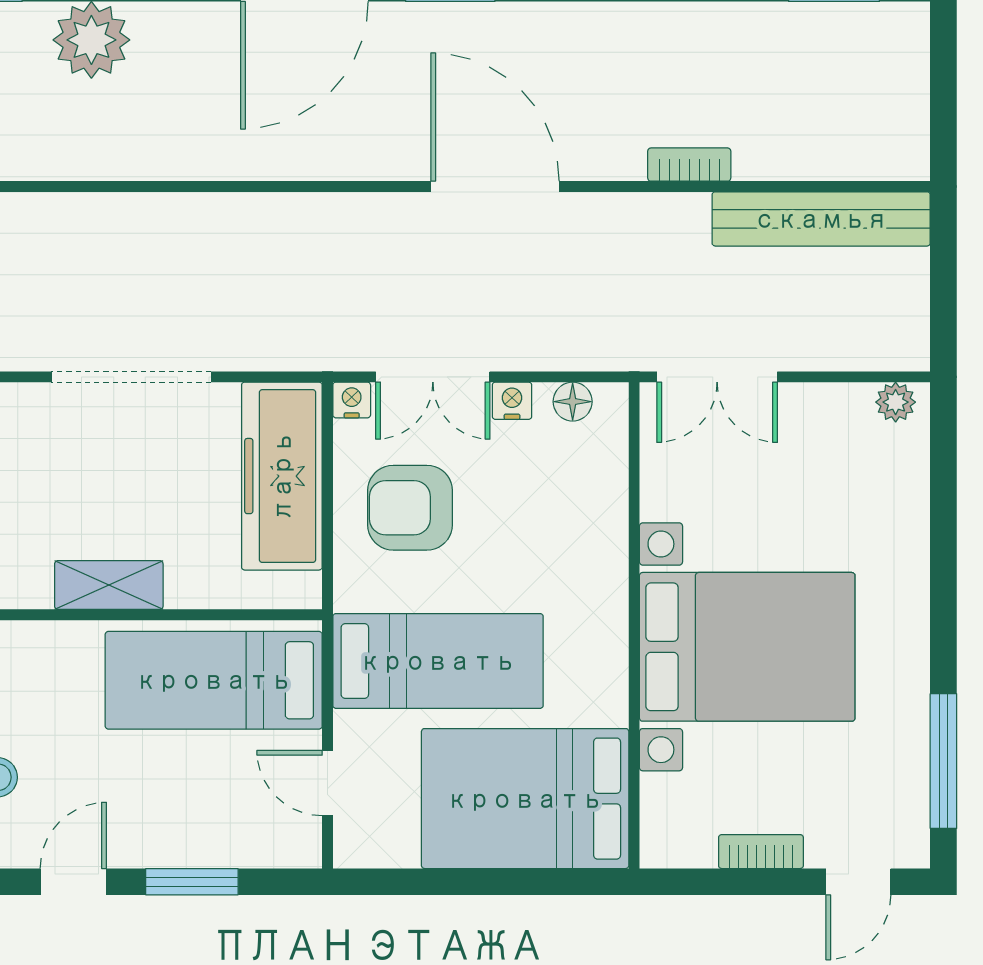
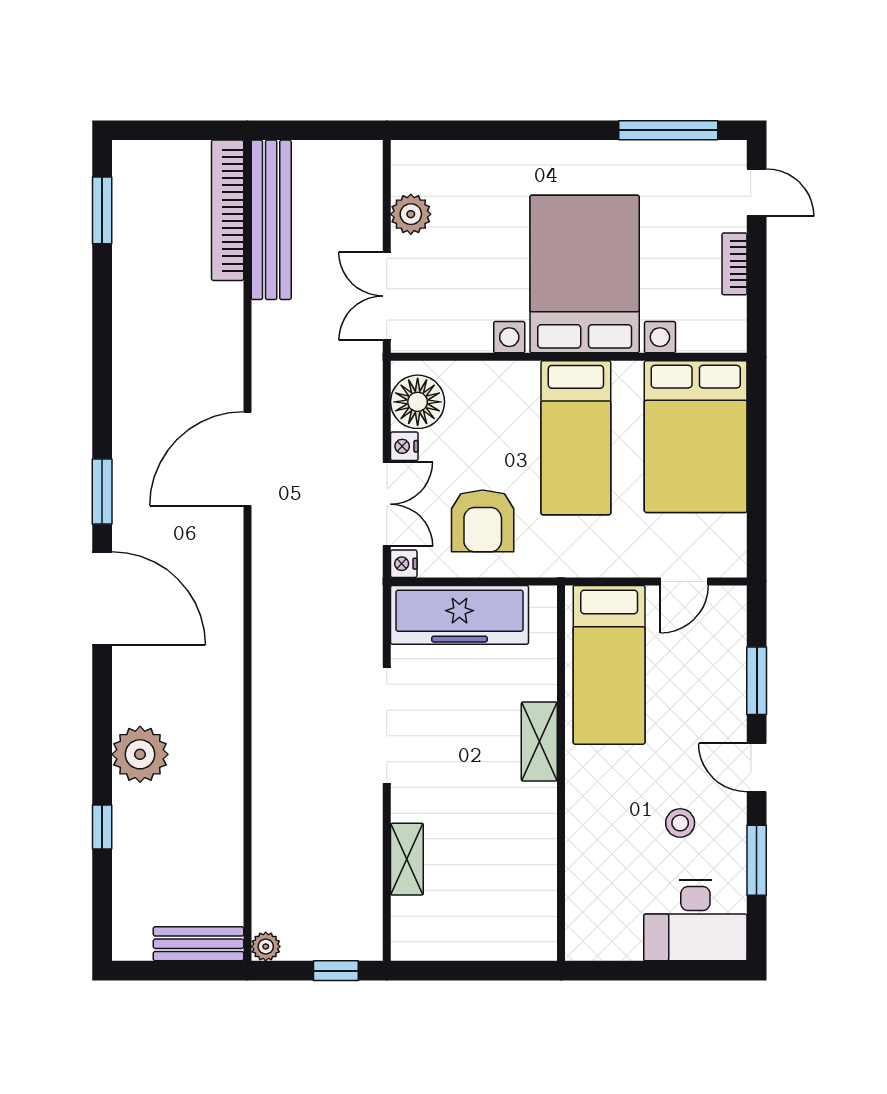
bookcase: (689, 165) -> (228, 210), moved, width x2.31, depth x1.31
double door: (717, 377) -> (387, 296), swing flipped
floor lamp: (573, 402) -> (418, 402), width x1.89, depth x1.89
plant: (896, 402) -> (411, 214), moved, width x1.38, depth x1.38
bed: (438, 661) -> (576, 438), moved, turned 180

